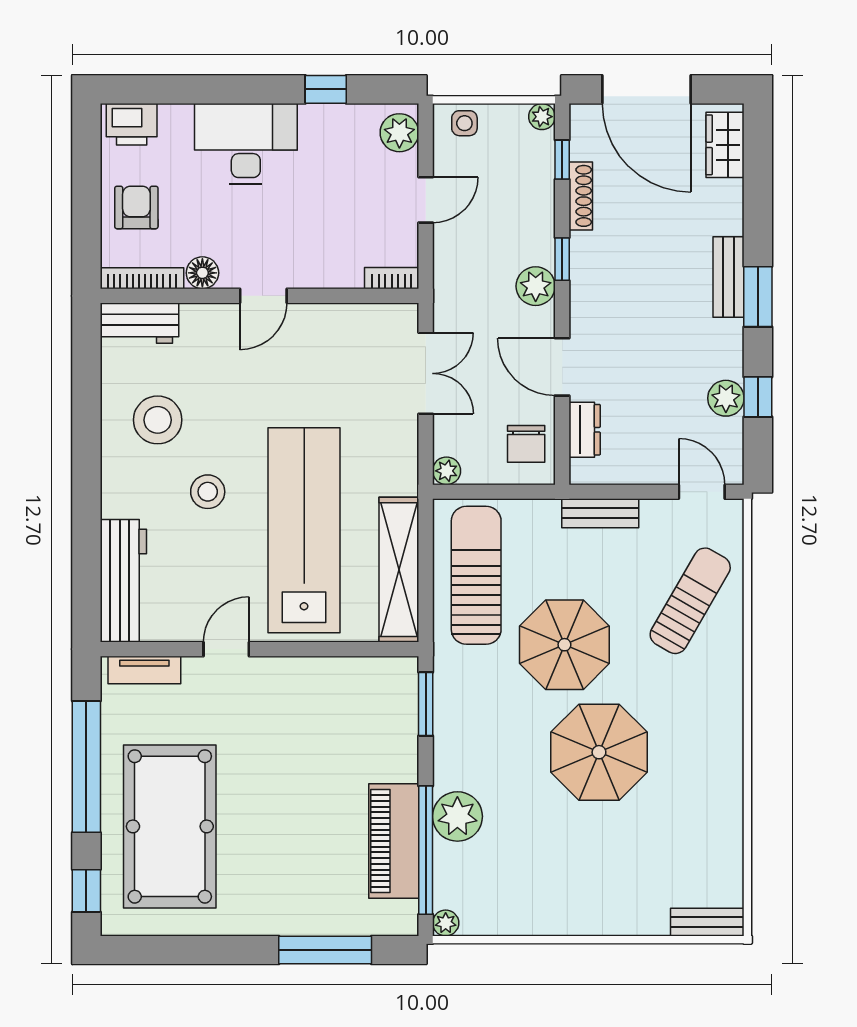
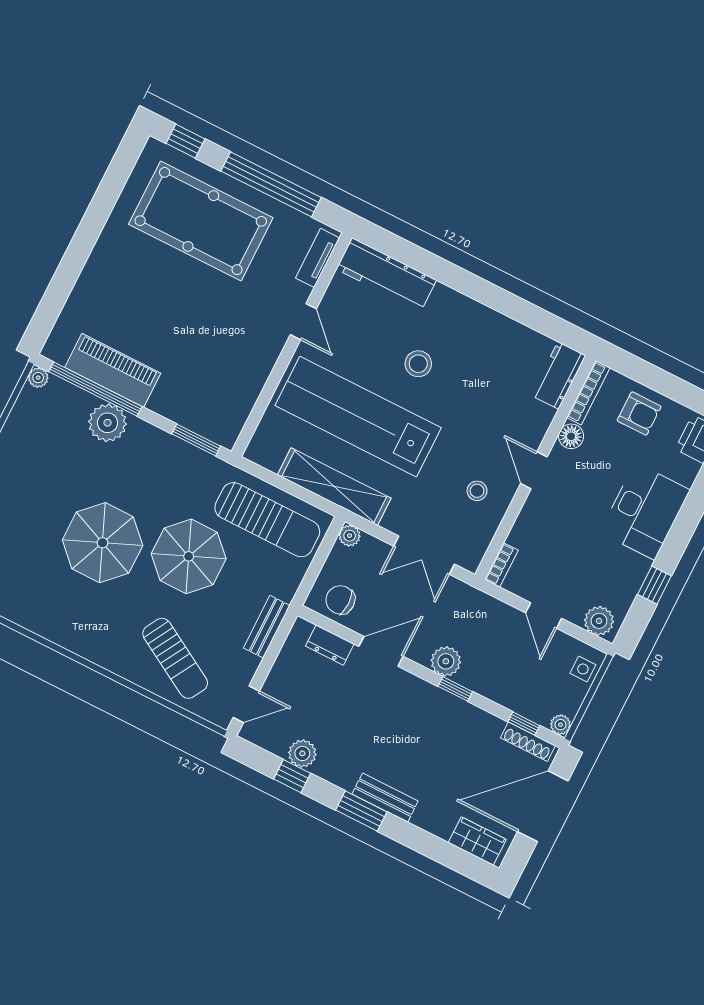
shoe rack: (581, 196) -> (528, 742), moved
stool: (158, 420) -> (477, 491), moved, width x0.53, depth x0.53
lab bench: (304, 530) -> (358, 417), turned 180
shelving: (399, 570) -> (334, 487), moved
window: (325, 950) -> (62, 285), removed

